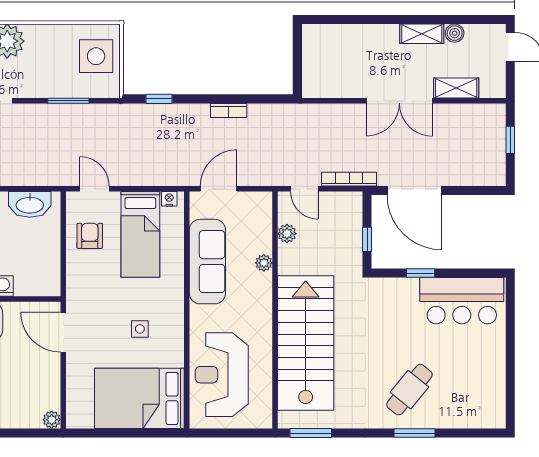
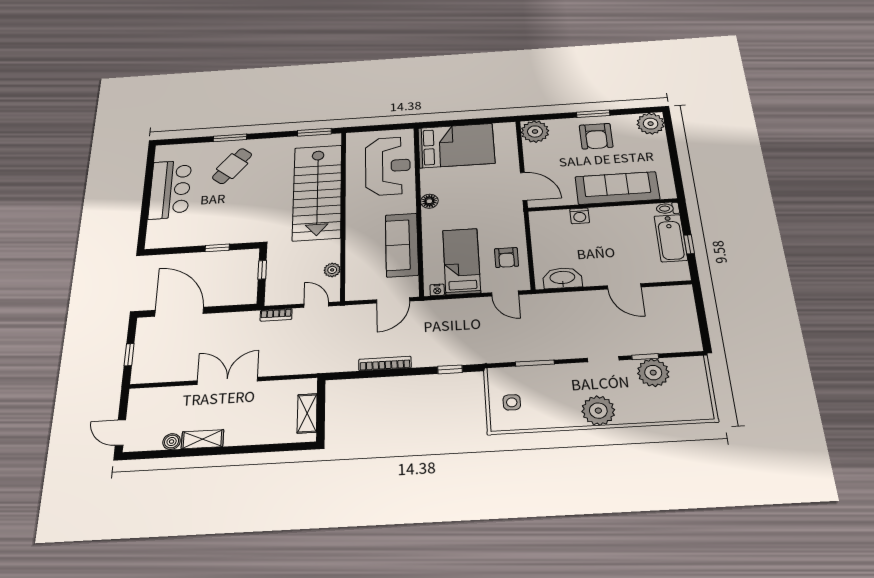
side table: (96, 56) -> (512, 402), width x0.54, depth x0.54
shelving: (456, 88) -> (307, 413), moved, turned 90
bookcase: (229, 111) -> (385, 364), width x1.56
bookcase: (349, 179) -> (276, 315), width x0.64
door: (414, 191) -> (179, 312), moved
plant: (264, 263) -> (353, 247), removed
bar counter: (462, 301) -> (170, 189), moved, turned 90
floor lamp: (174, 320) -> (429, 201), added
side table: (140, 329) -> (458, 193), removed
plant: (52, 420) -> (535, 132), width x1.88, depth x1.88

